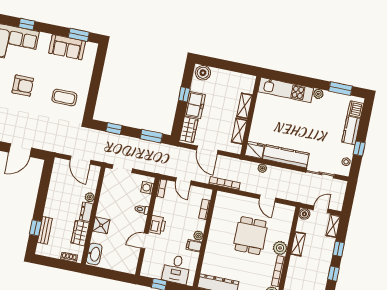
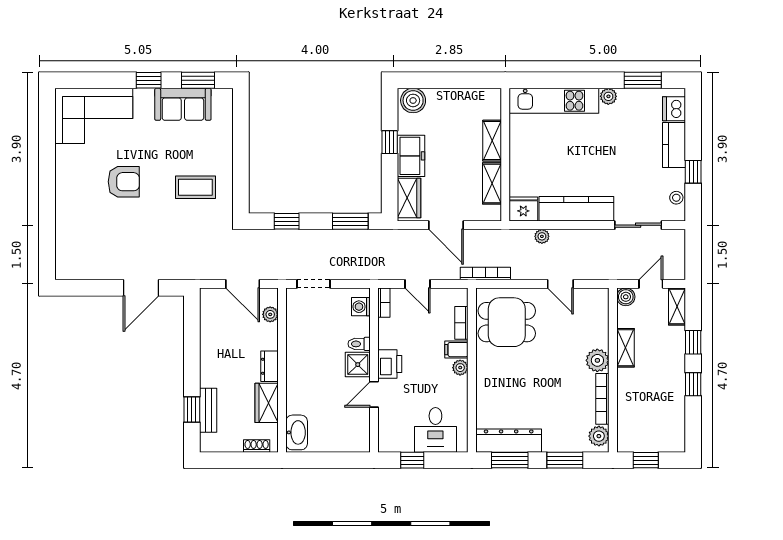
window: (27, 24) -> (149, 80), moved
plant: (90, 197) -> (270, 314), moved
shower: (101, 225) -> (358, 365), moved
dining table: (251, 236) -> (507, 322), moved, turned 90
filing cabinet: (194, 246) -> (456, 350), moved

